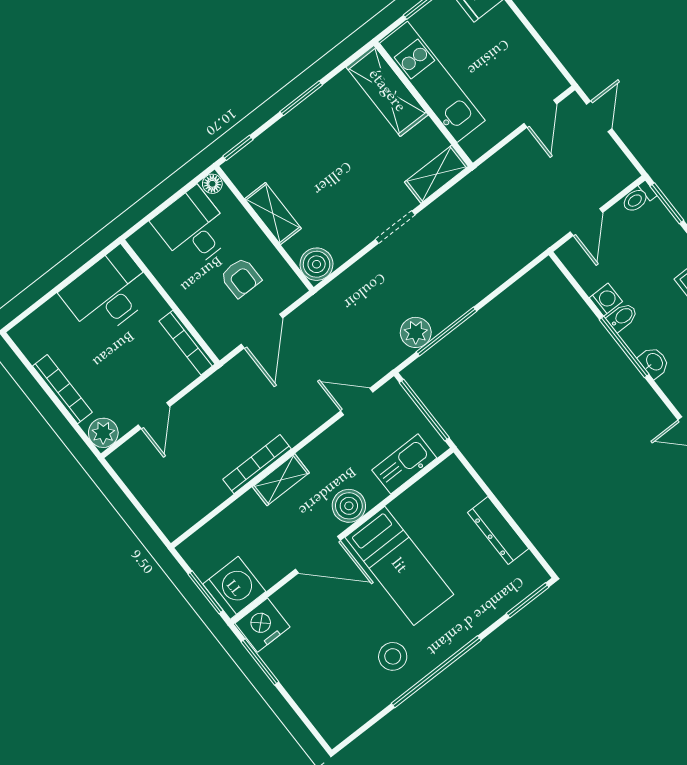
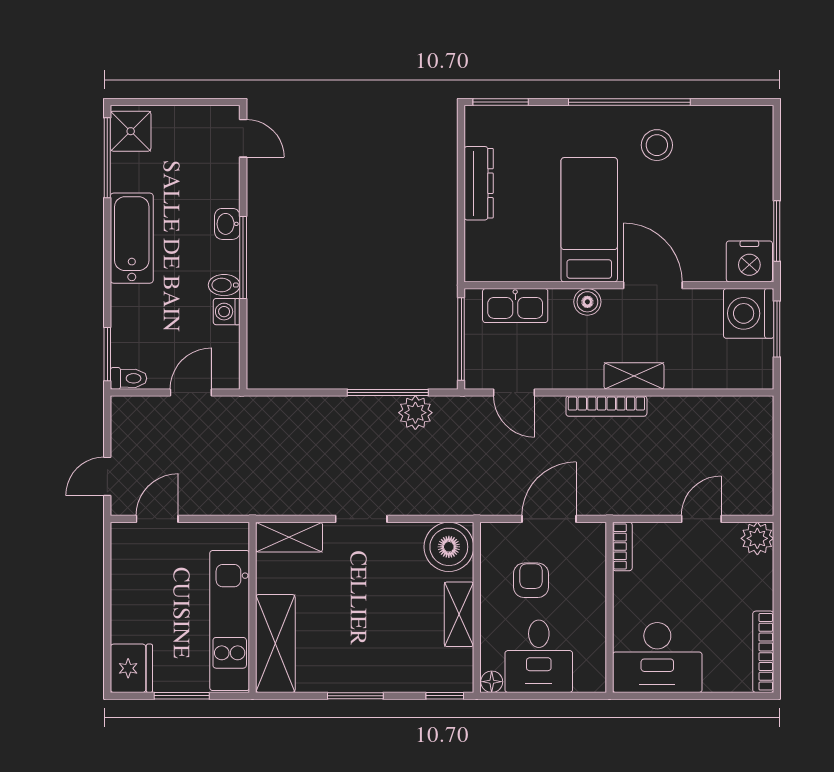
boiler: (317, 264) -> (449, 547), width x1.37, depth x1.37
bookcase: (187, 343) -> (622, 546), width x0.64
bookcase: (62, 389) -> (763, 652), moved
bookcase: (257, 464) -> (606, 406), moved
boiler: (349, 506) -> (587, 302), width x0.73, depth x0.73

